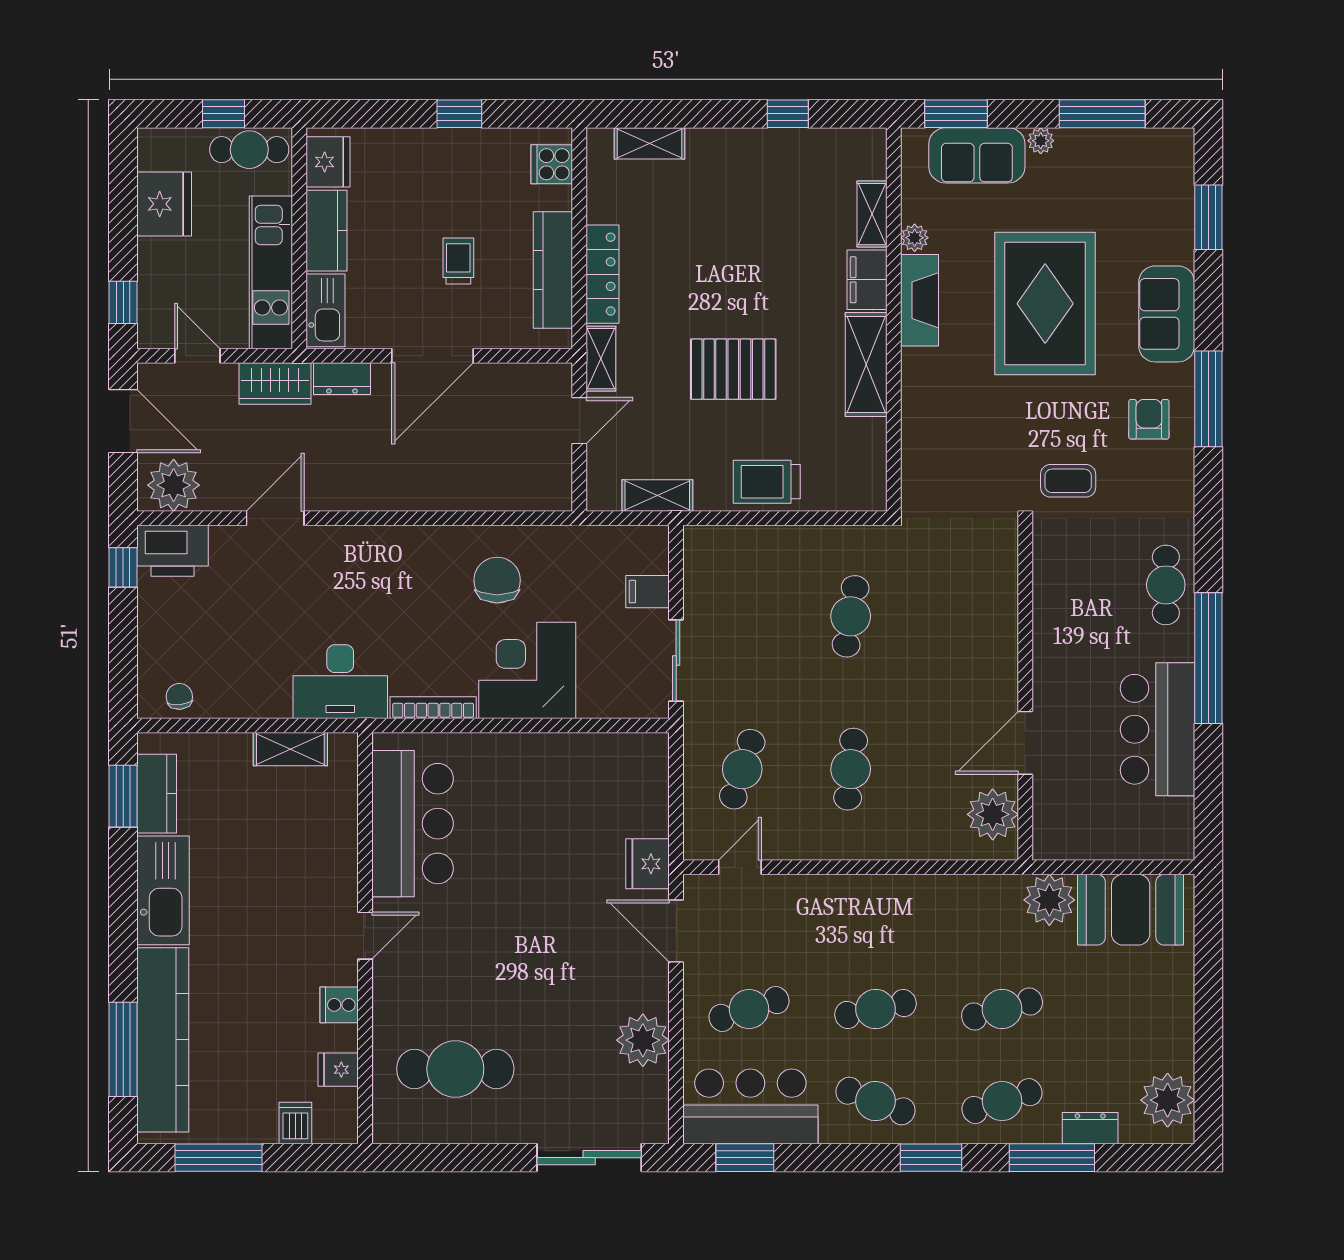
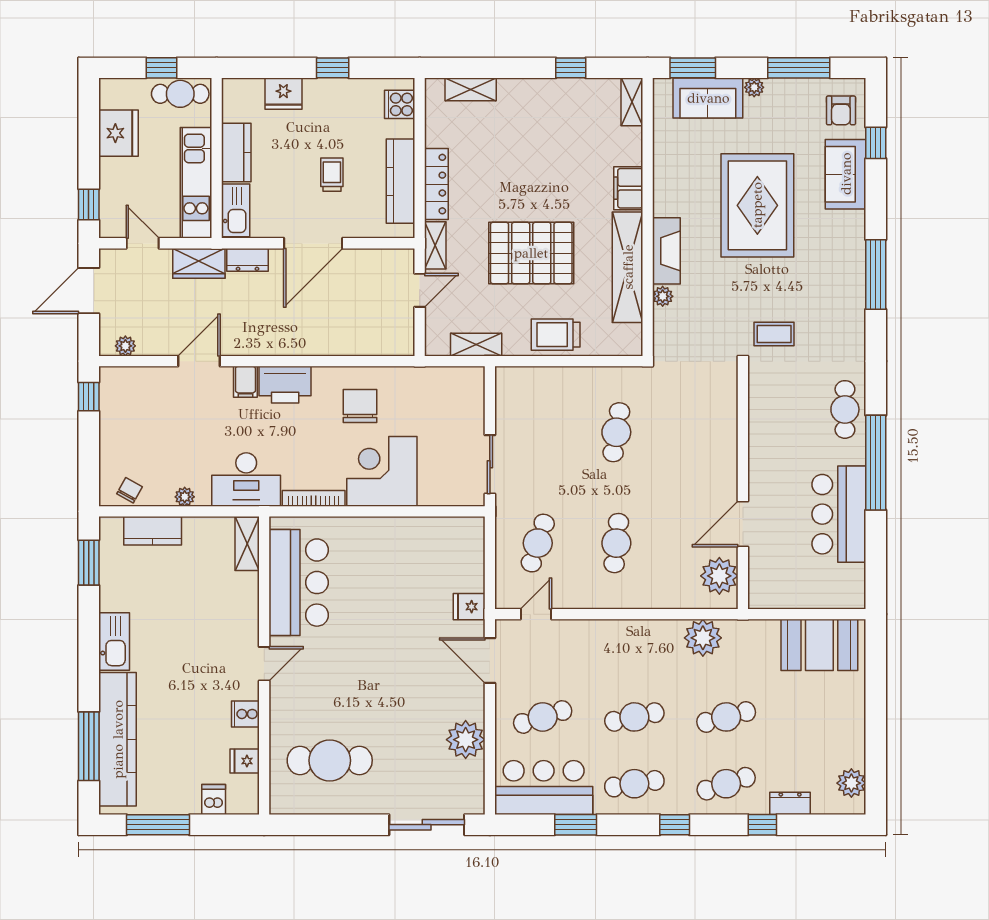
fridge: (328, 162) -> (283, 94), moved, turned 90
shelving: (872, 214) -> (632, 102), moved
window: (1208, 217) -> (876, 143), width x0.67
plant: (915, 238) -> (663, 296), moved
fireplace: (920, 300) -> (666, 251), moved
sofa: (1167, 314) -> (846, 174), moved
shelving: (866, 364) -> (628, 267), width x1.47
pallet: (733, 369) -> (531, 253), width x1.37, depth x1.41
armchair: (1149, 419) -> (841, 110), moved, turned 180
door: (123, 421) -> (89, 291), swing flipped
plant: (174, 485) -> (125, 346), width x0.53, depth x0.53
printer: (173, 551) -> (285, 385), moved
filing cabinet: (648, 592) -> (245, 382), moved, turned -90
chair: (179, 696) -> (130, 490), turned 35
plant: (255, 705) -> (185, 497), added
shelving: (290, 749) -> (247, 544), moved, turned 90
kitchen counter: (157, 794) -> (153, 531), moved, turned 90
fridge: (647, 864) -> (469, 607), width x0.72
kitchen sink: (163, 890) -> (114, 641), width x0.73, depth x0.81
plant: (1049, 900) -> (703, 638), moved
plant: (1168, 1100) -> (851, 783), width x0.73, depth x0.73
cafe table: (876, 1101) -> (634, 784), turned -30
window: (745, 1158) -> (576, 825), moved
window: (931, 1158) -> (675, 825), width x0.67
window: (1052, 1158) -> (762, 825), width x0.46

